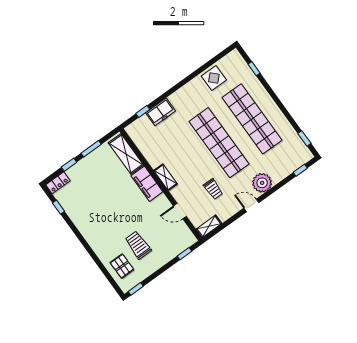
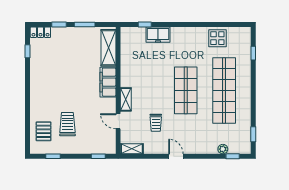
shop shelf: (219, 143) -> (186, 90), width x0.71
shelving: (165, 177) -> (126, 99), moved
plant: (262, 183) -> (223, 149), moved, width x0.53, depth x0.53
window: (136, 289) -> (53, 156), moved

